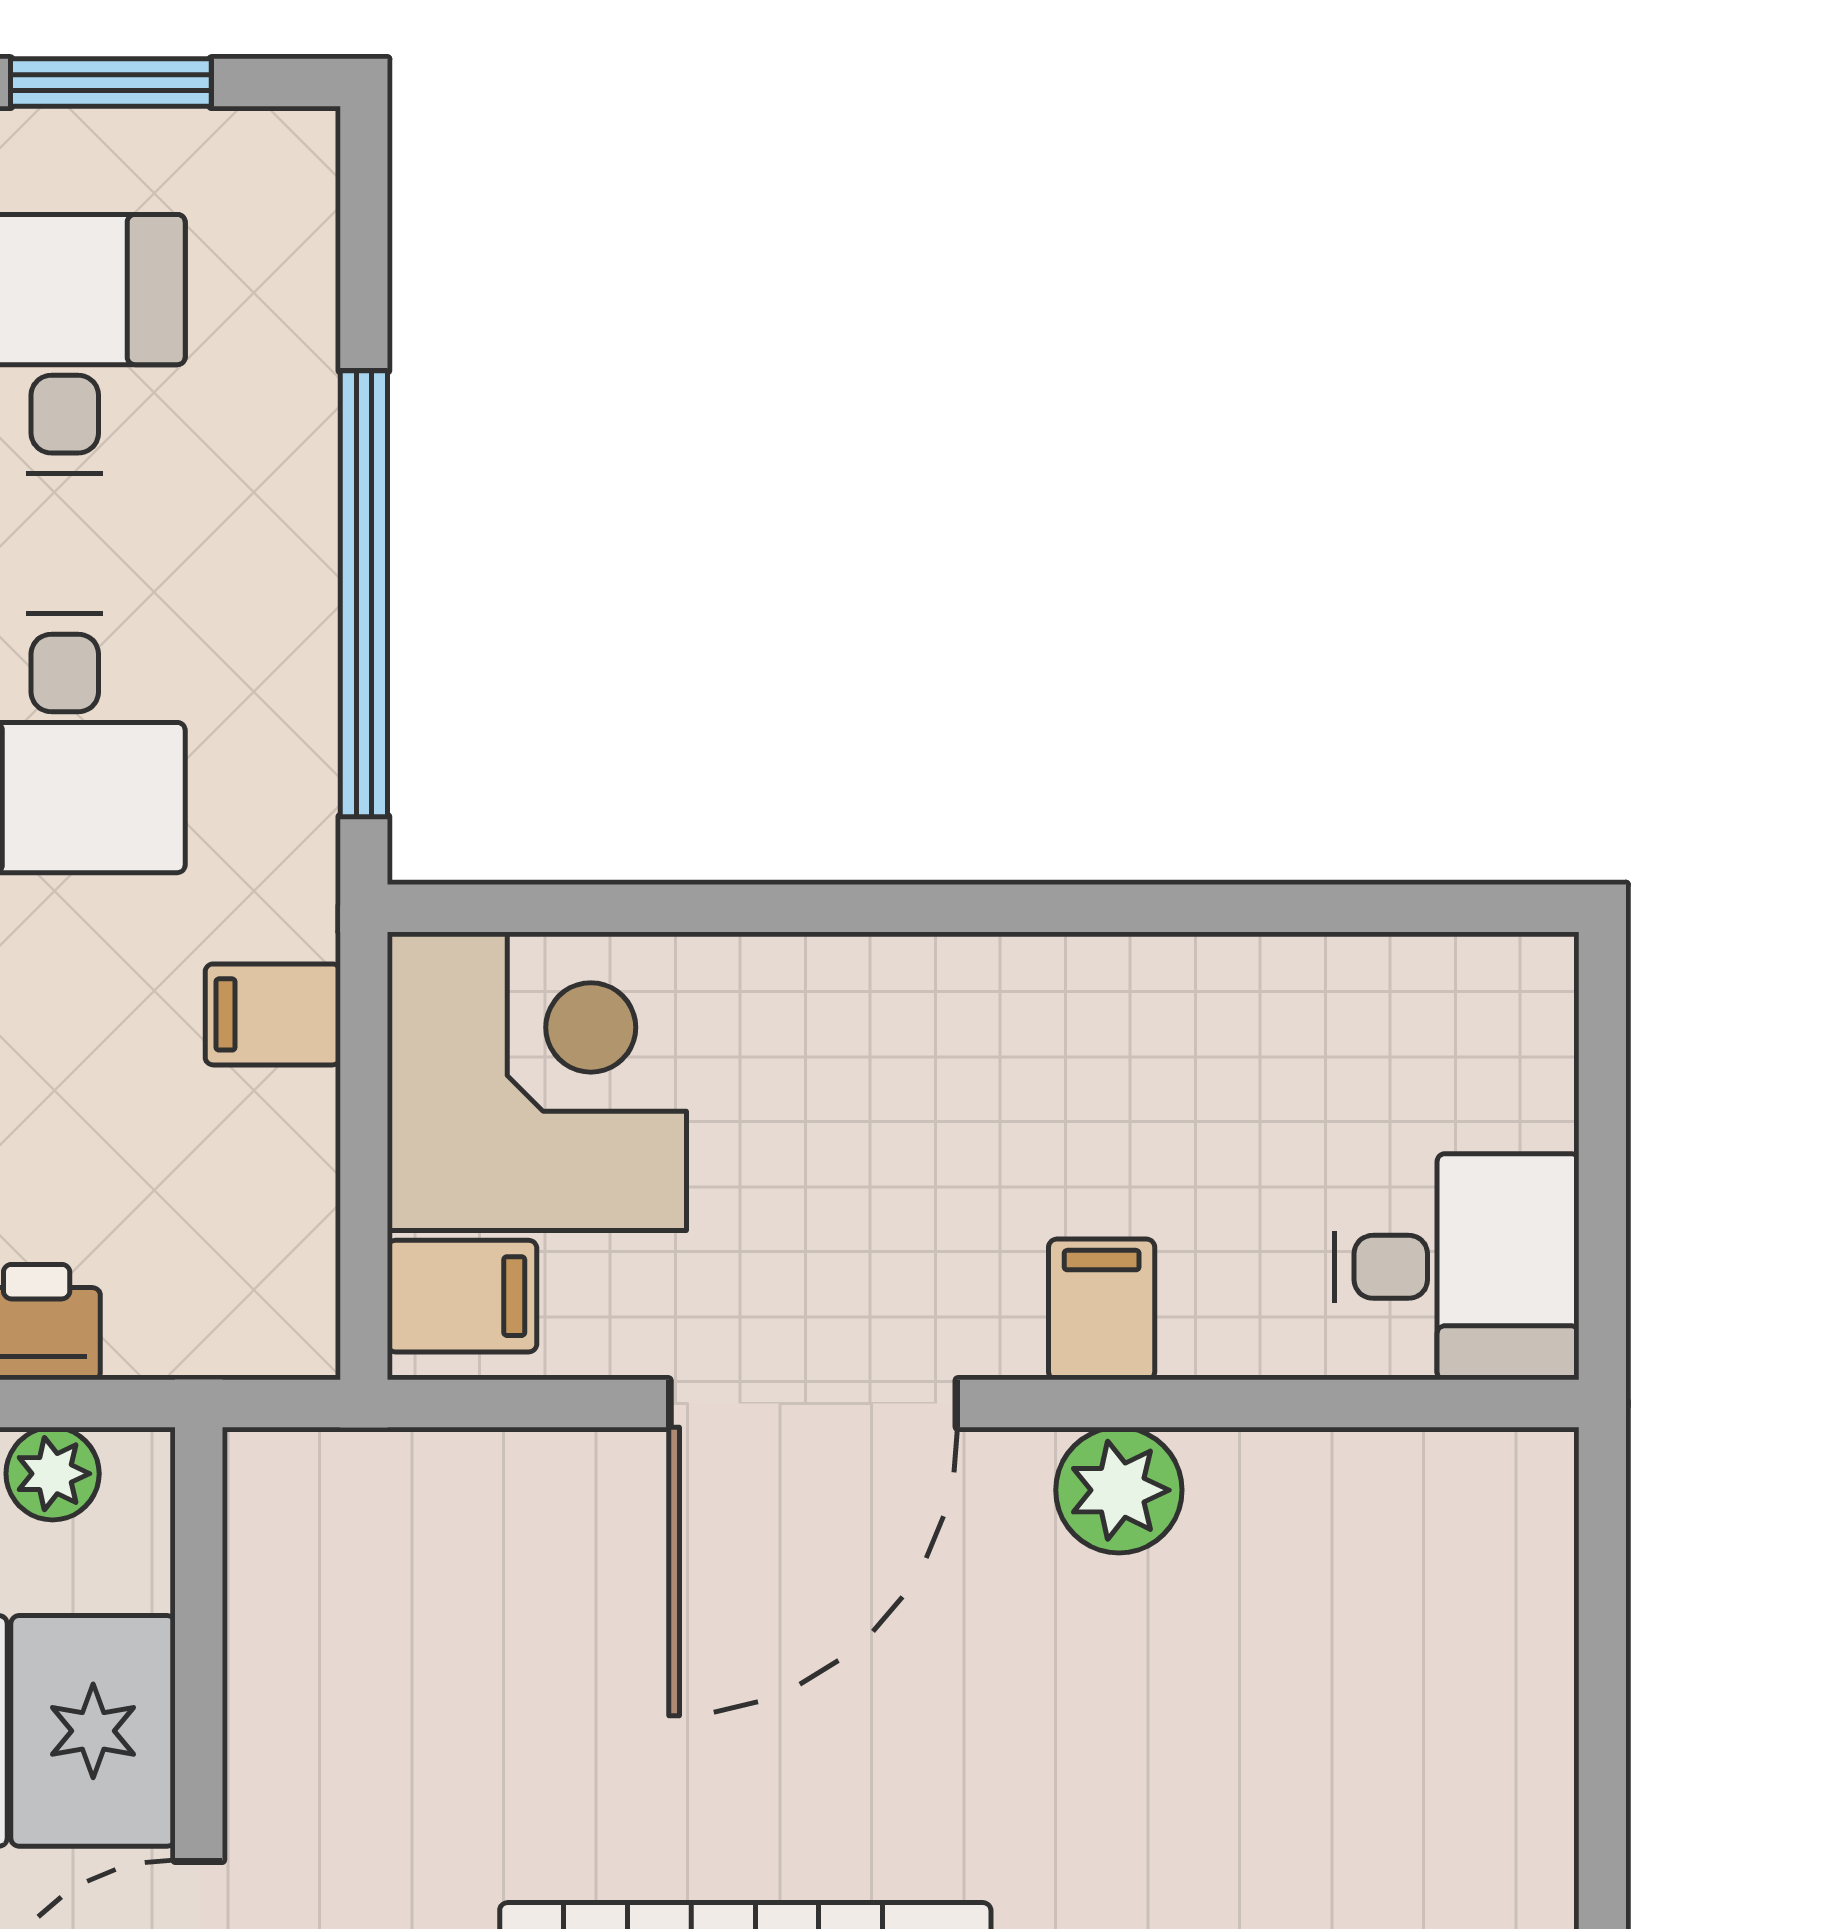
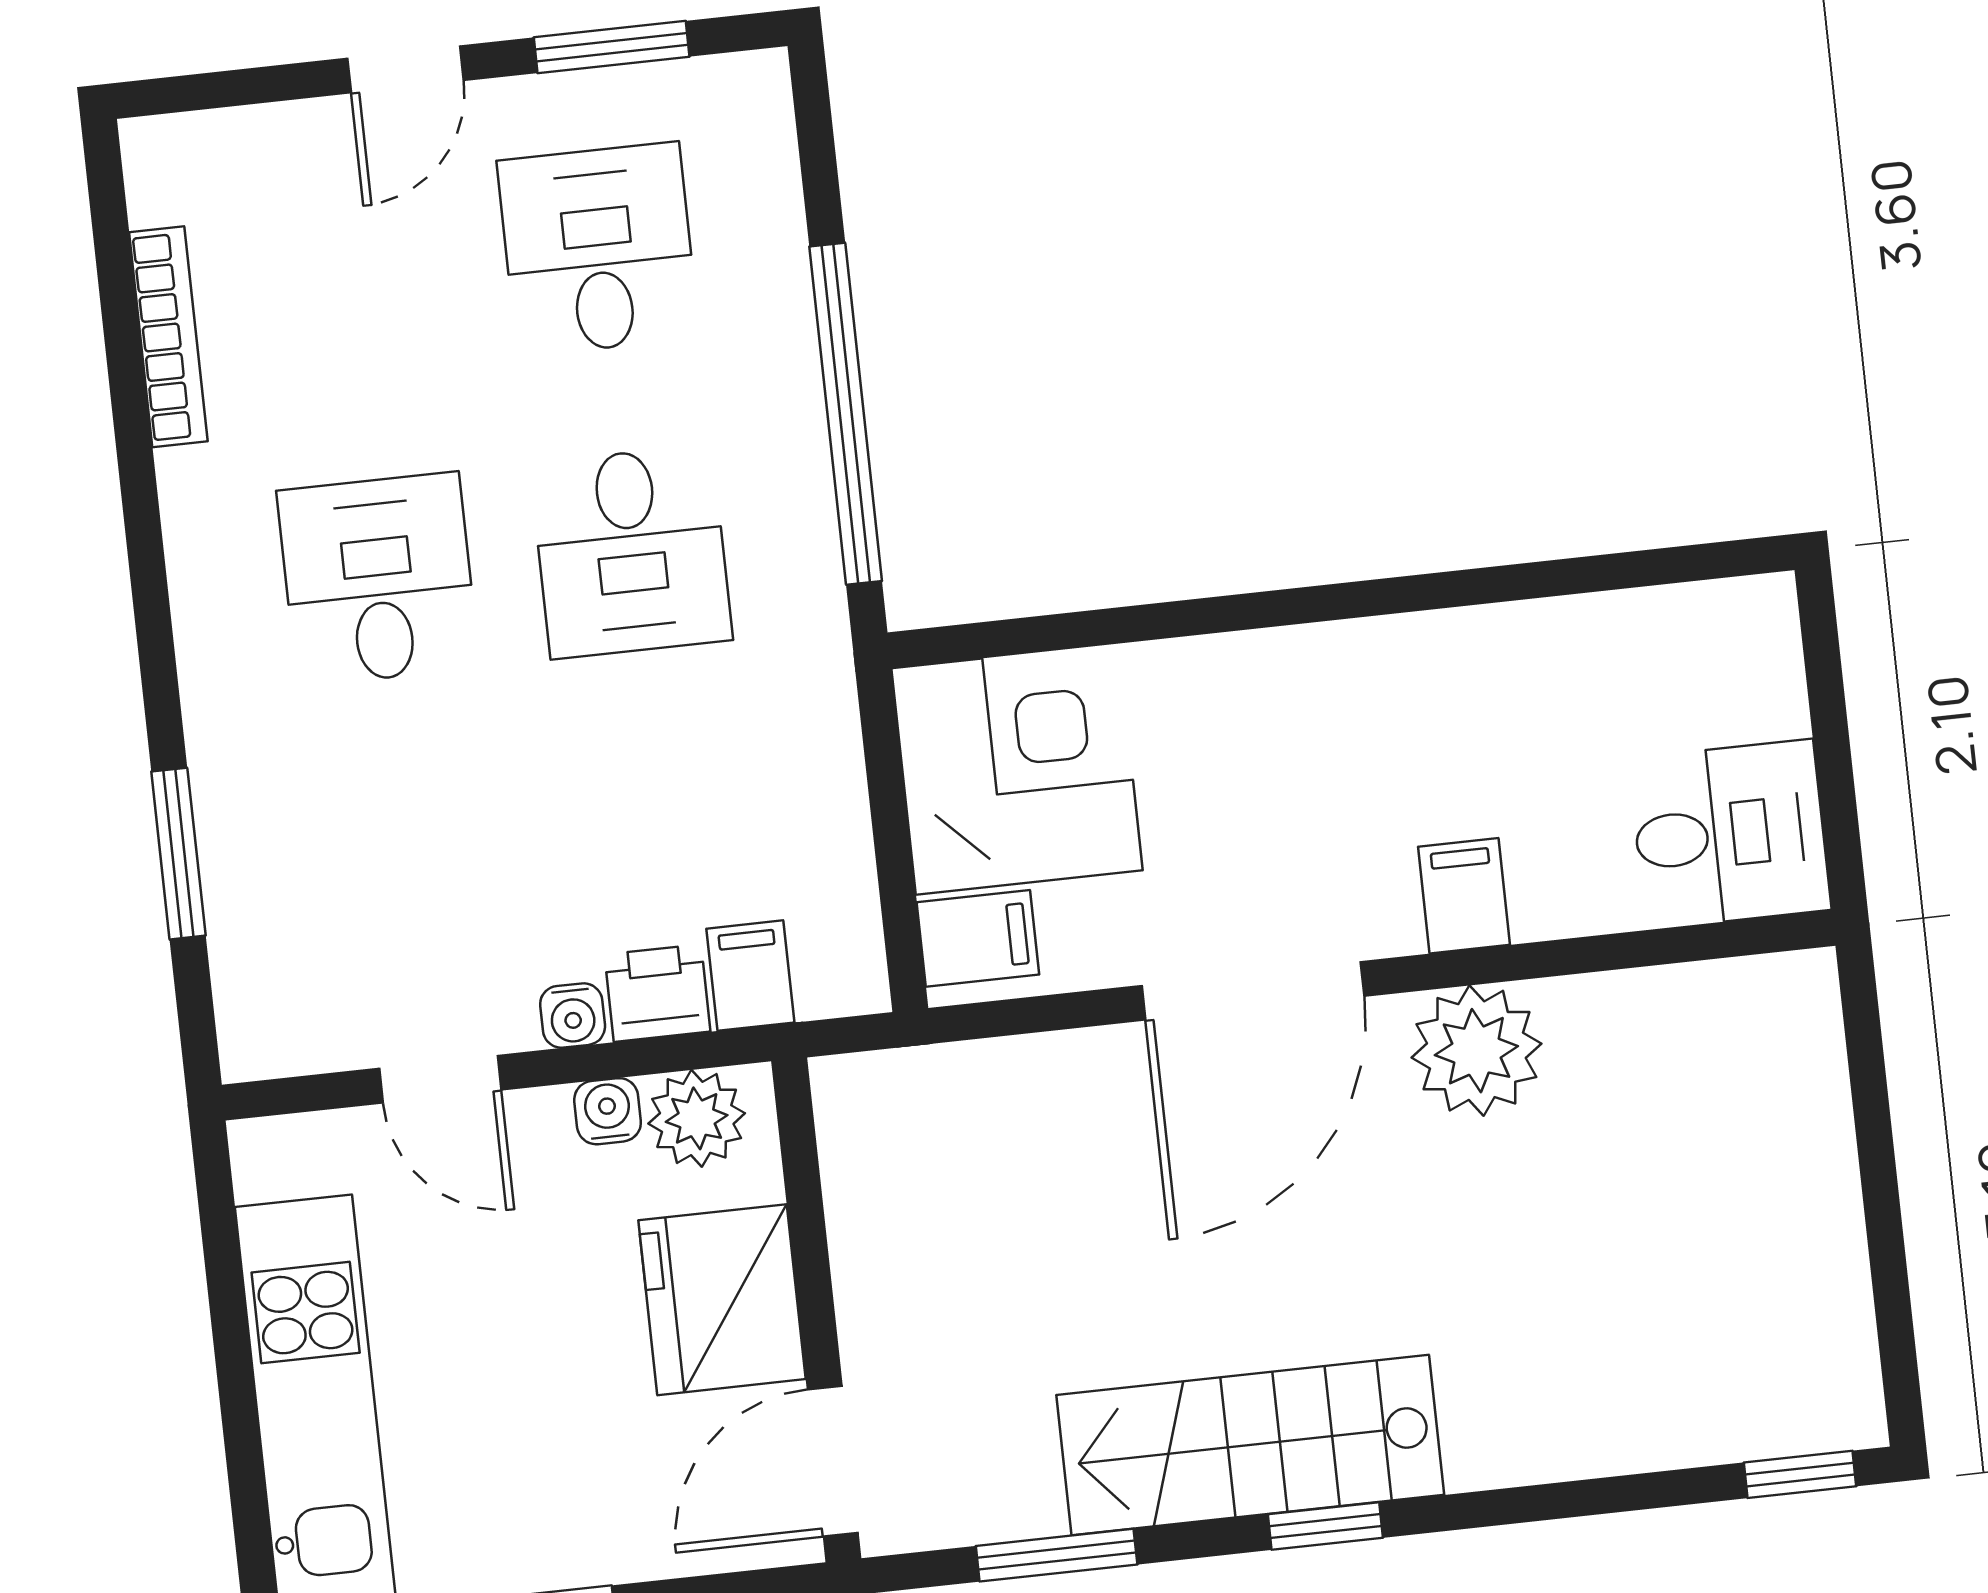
filing cabinet: (273, 1014) -> (750, 976), moved, turned 90
plant: (53, 1474) -> (697, 1118), width x1.38, depth x1.38
plant: (1119, 1490) -> (1476, 1051), width x1.36, depth x1.36

